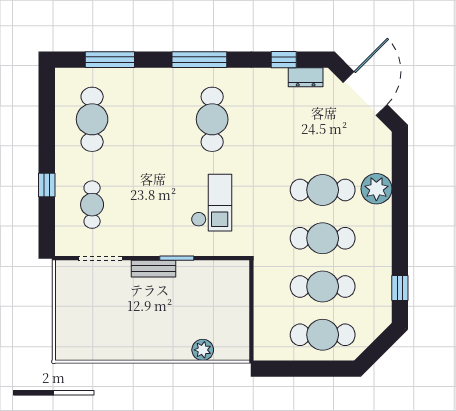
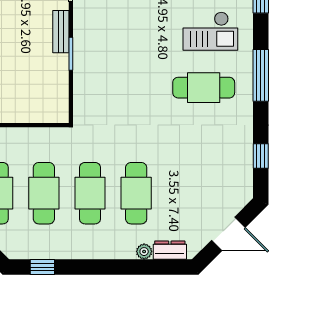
dresser: (306, 77) -> (170, 250), moved, turned 90
door: (365, 93) -> (228, 234), width x0.73
plant: (376, 189) -> (144, 252), width x0.53, depth x0.53
checkout: (212, 203) -> (210, 31), moved

